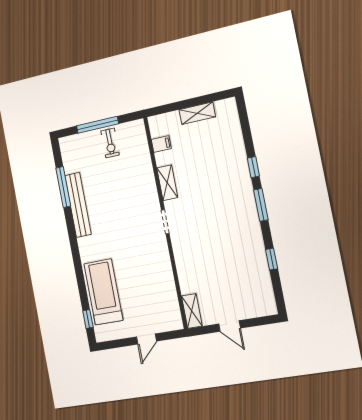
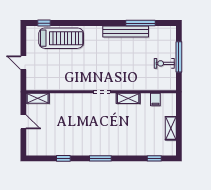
window: (253, 167) -> (154, 158), moved
door: (230, 326) -> (23, 122), swing flipped

